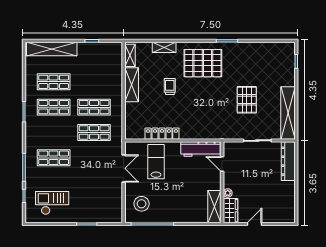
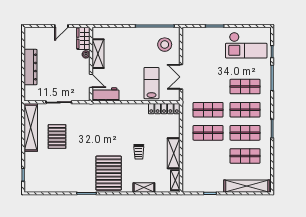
pallet: (203, 63) -> (109, 173), turned 90
pallet: (247, 100) -> (57, 137), moved
shop shelf: (54, 132) -> (245, 110), added
locker: (162, 134) -> (164, 109), moved
workbench: (201, 149) -> (106, 94), width x0.73
dresser: (288, 161) -> (31, 67), moved
lab bench: (156, 162) -> (151, 83), turned 180
checkout: (52, 203) -> (246, 45), width x1.36, depth x1.21
shelving: (214, 207) -> (98, 54), moved

